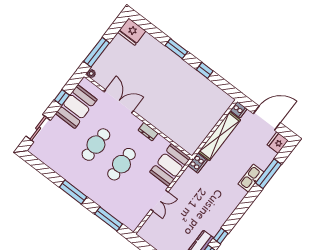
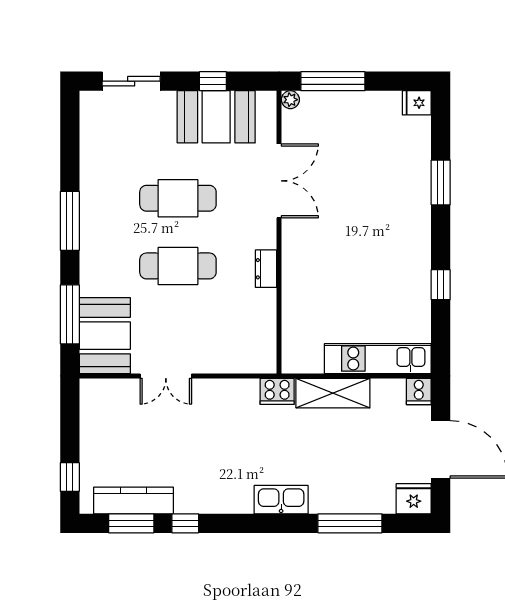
fridge: (132, 32) -> (417, 103), width x0.53, depth x0.75
window: (176, 49) -> (441, 182), moved
kitchen unit: (214, 116) -> (378, 359), added
shelving: (219, 136) -> (333, 393), width x0.68
booth: (170, 165) -> (105, 336), moved, turned 90
kitchen sink: (251, 178) -> (281, 500), moved

